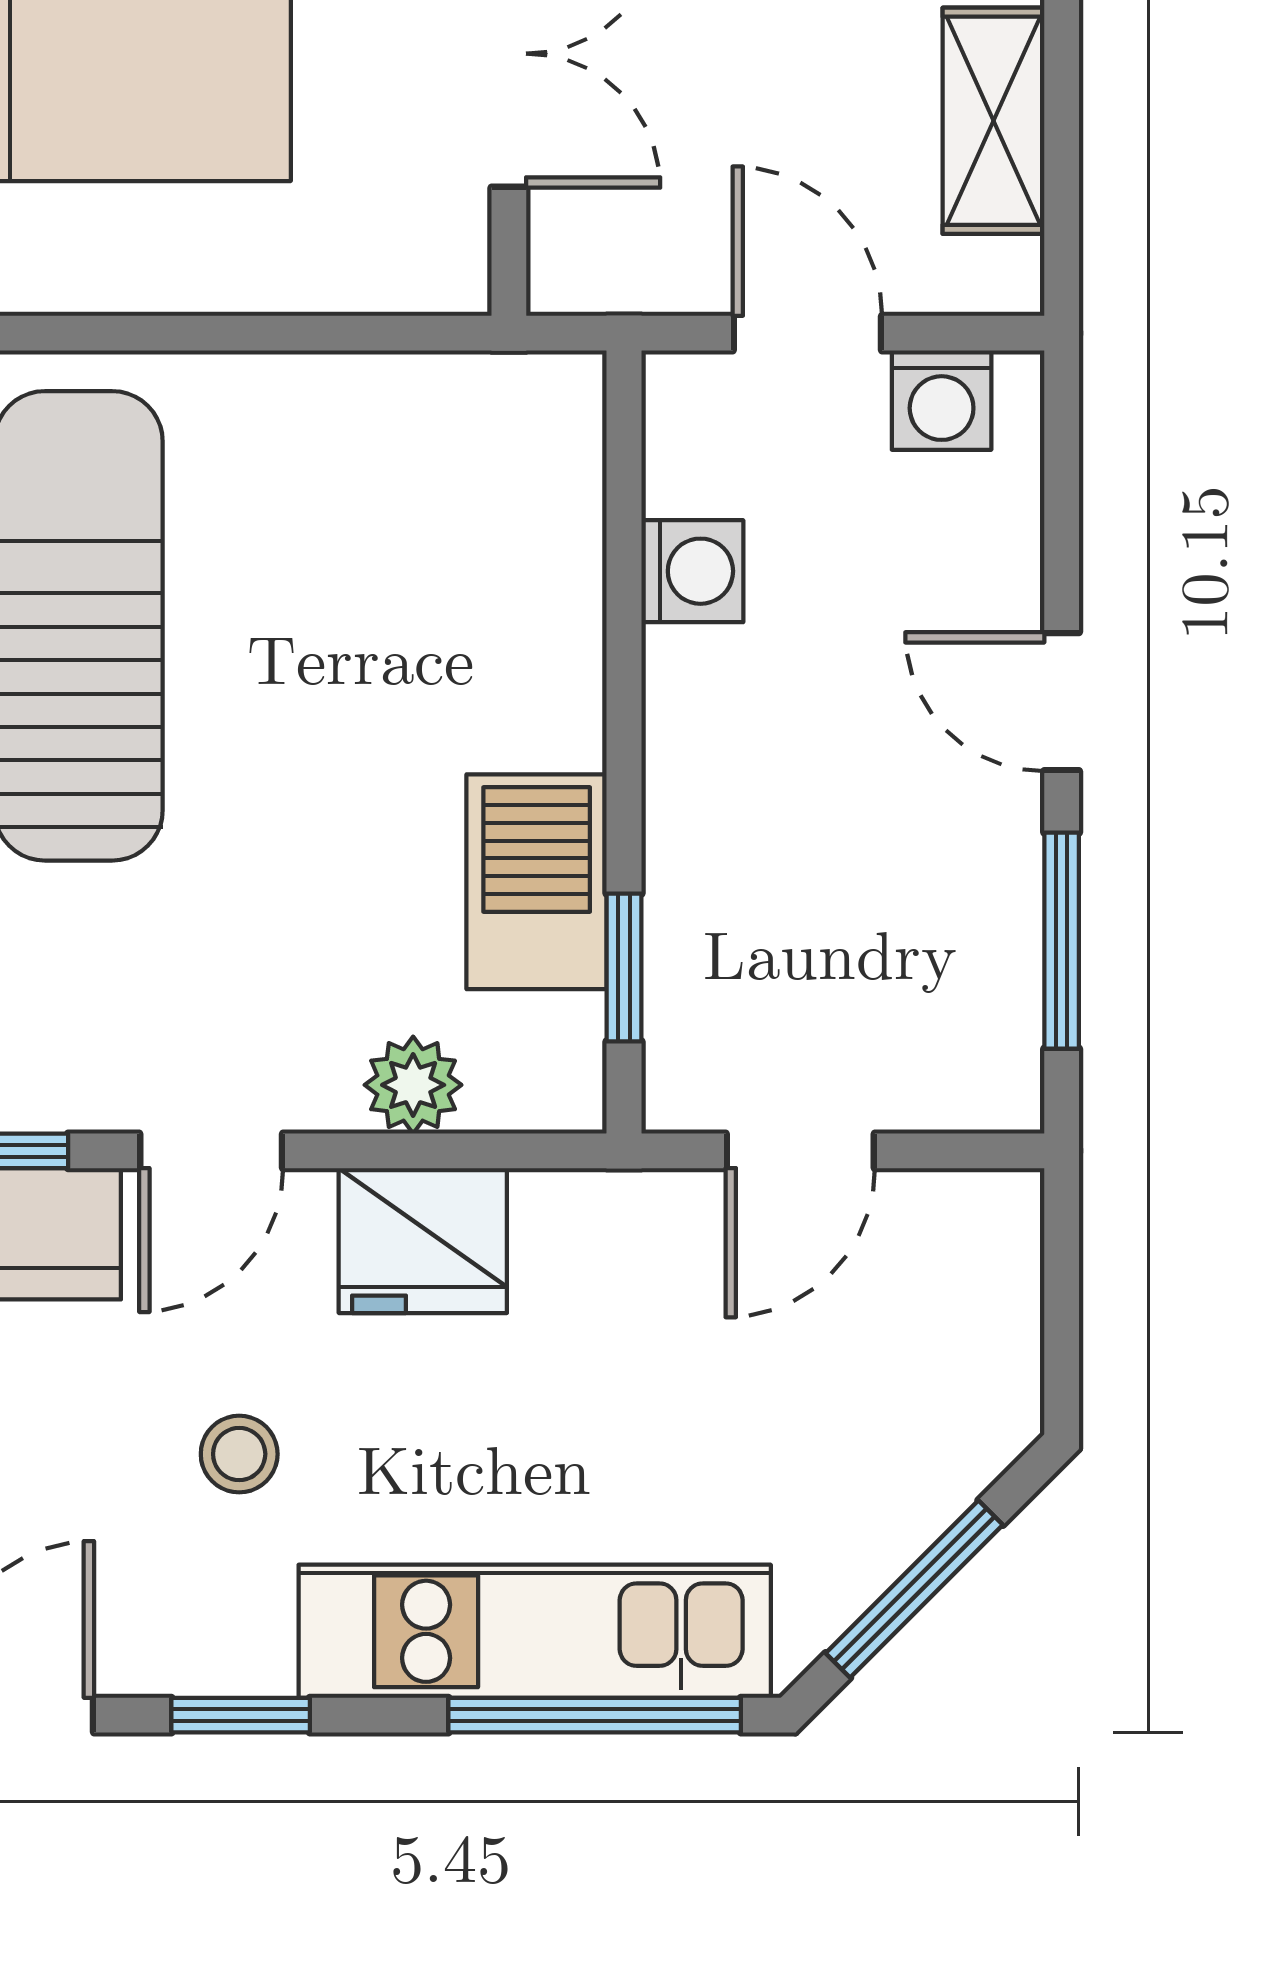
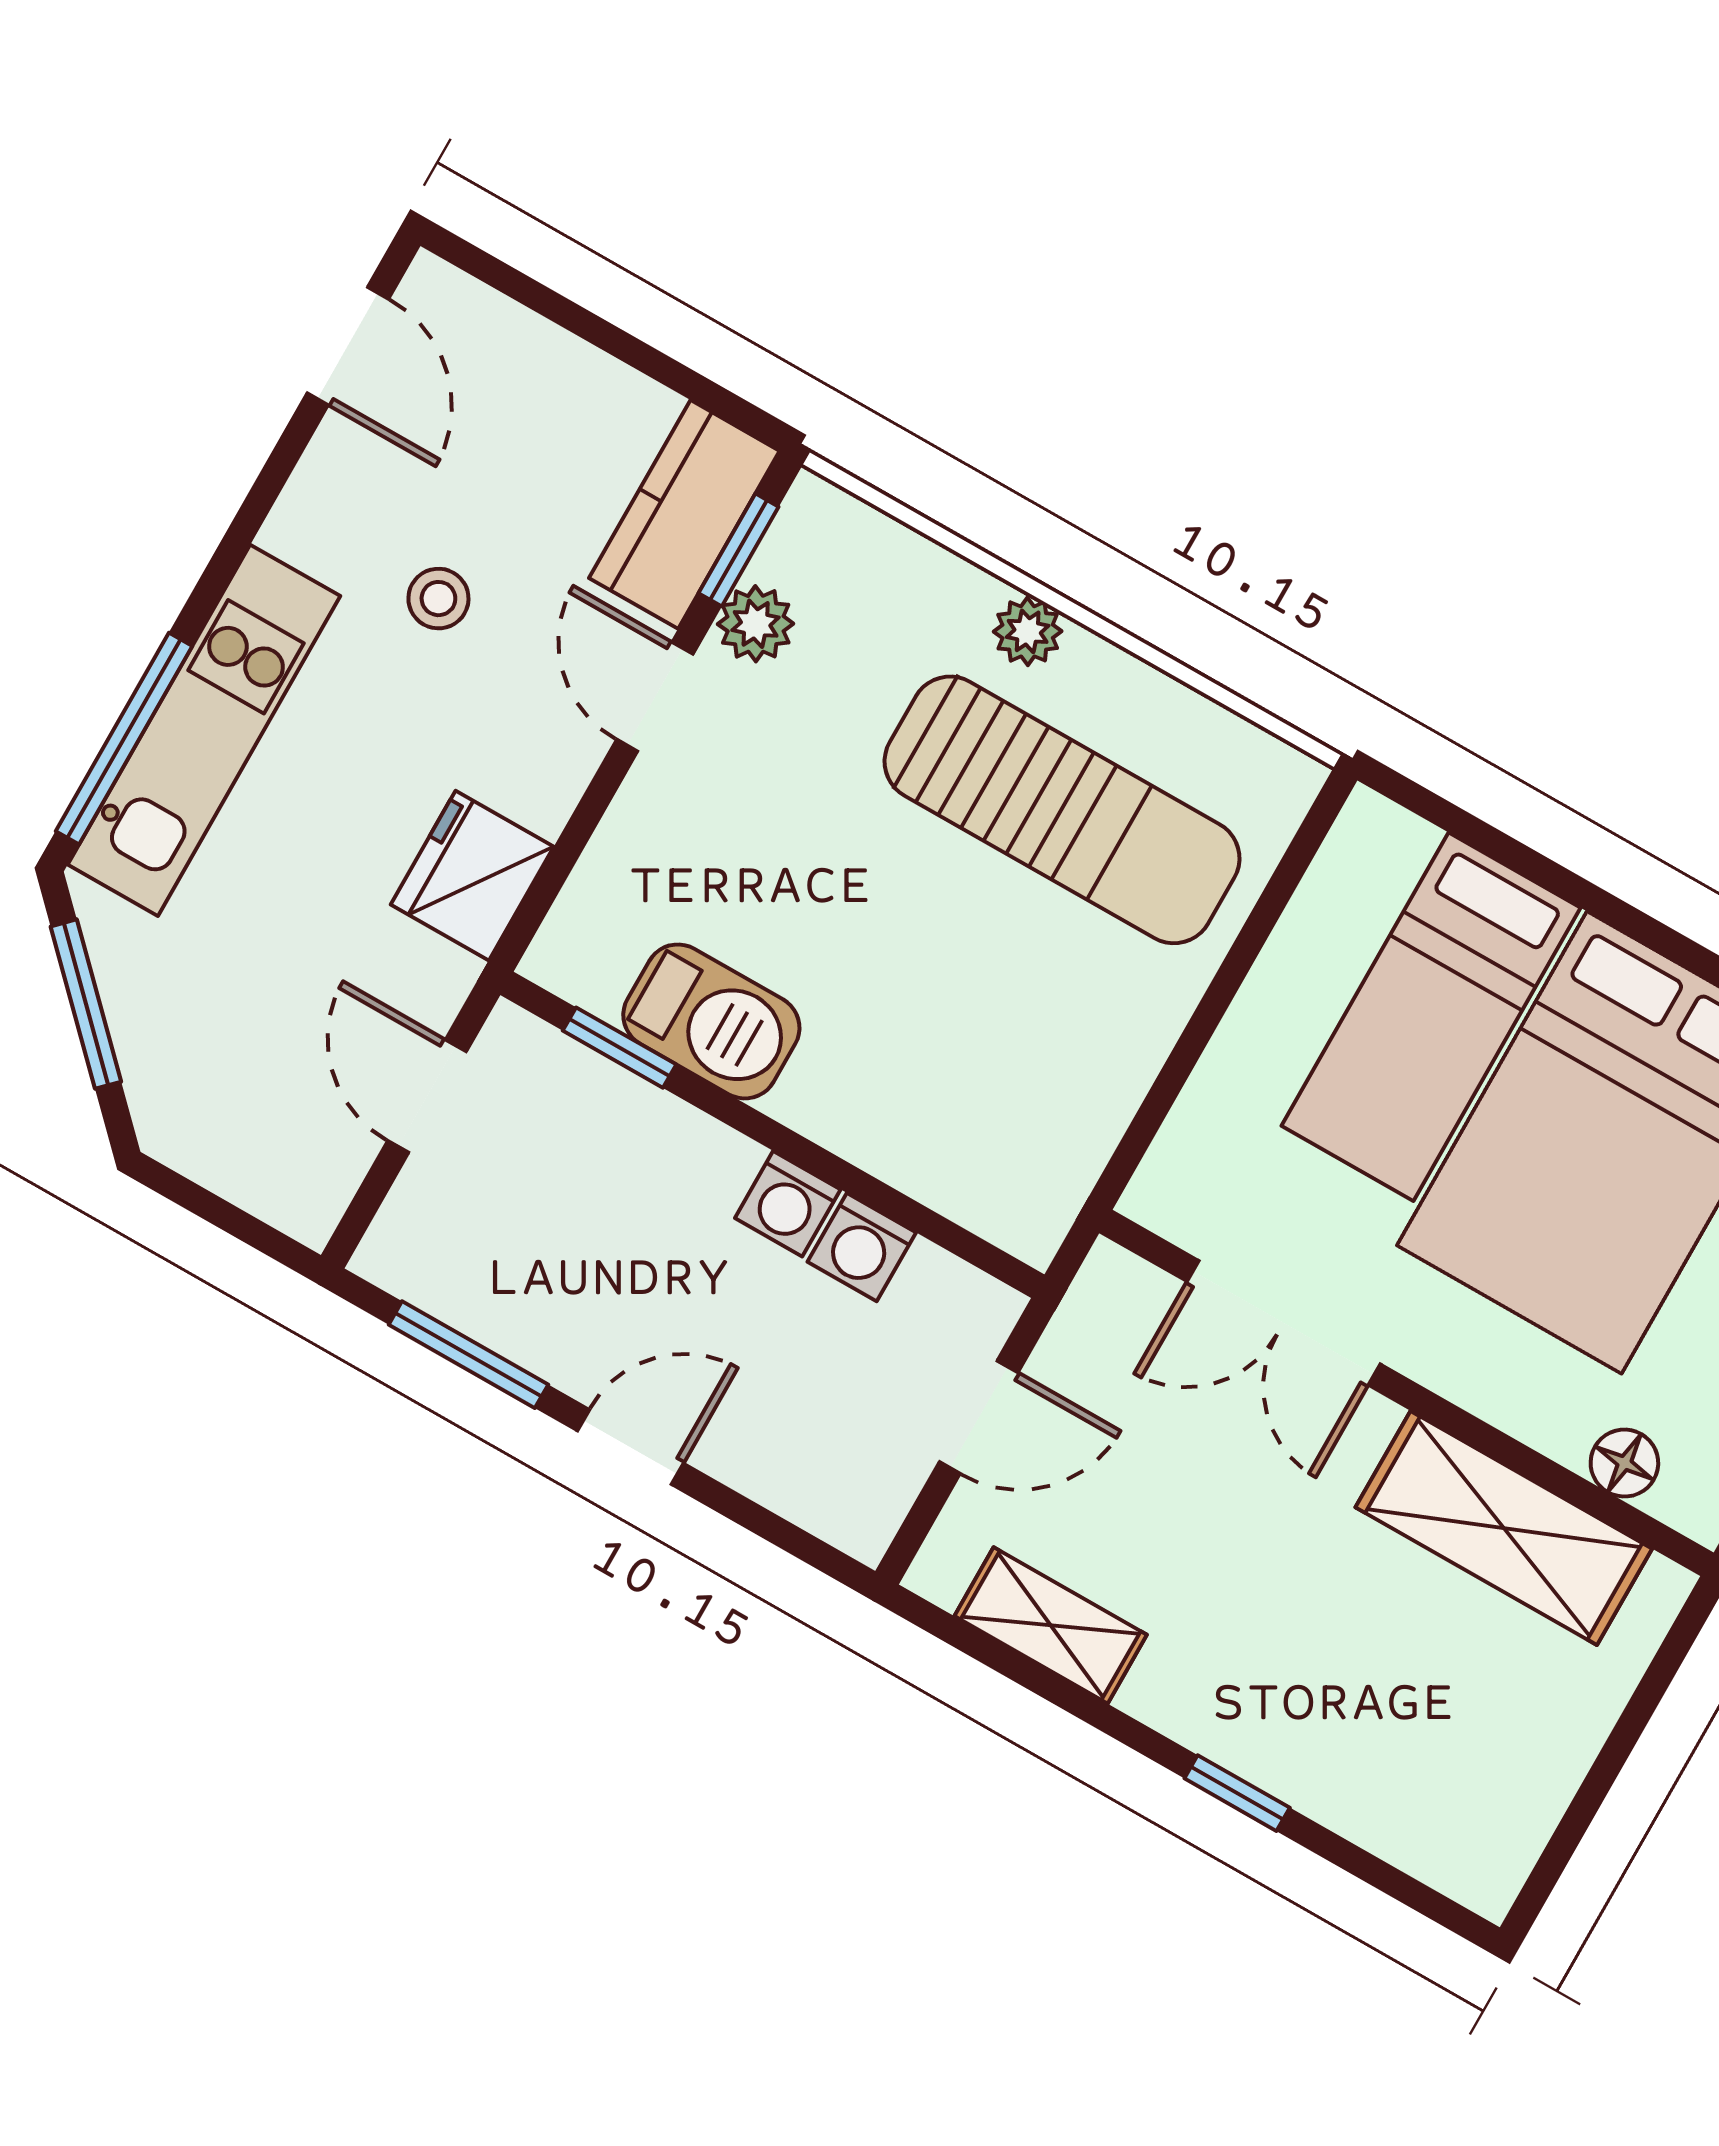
washing machine: (942, 400) -> (788, 1204), moved, turned -90
plant: (413, 1085) -> (756, 624), moved
fridge: (423, 1241) -> (472, 876), moved
window: (241, 1715) -> (261, 499), removed

